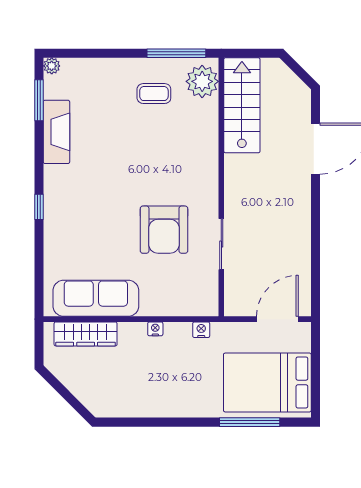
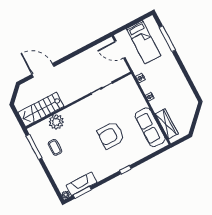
plant: (202, 81) -> (56, 122), moved
fireplace: (56, 132) -> (81, 184), moved
armchair: (164, 230) -> (111, 135), moved, turned 180
bed: (267, 382) -> (144, 42), width x0.67

